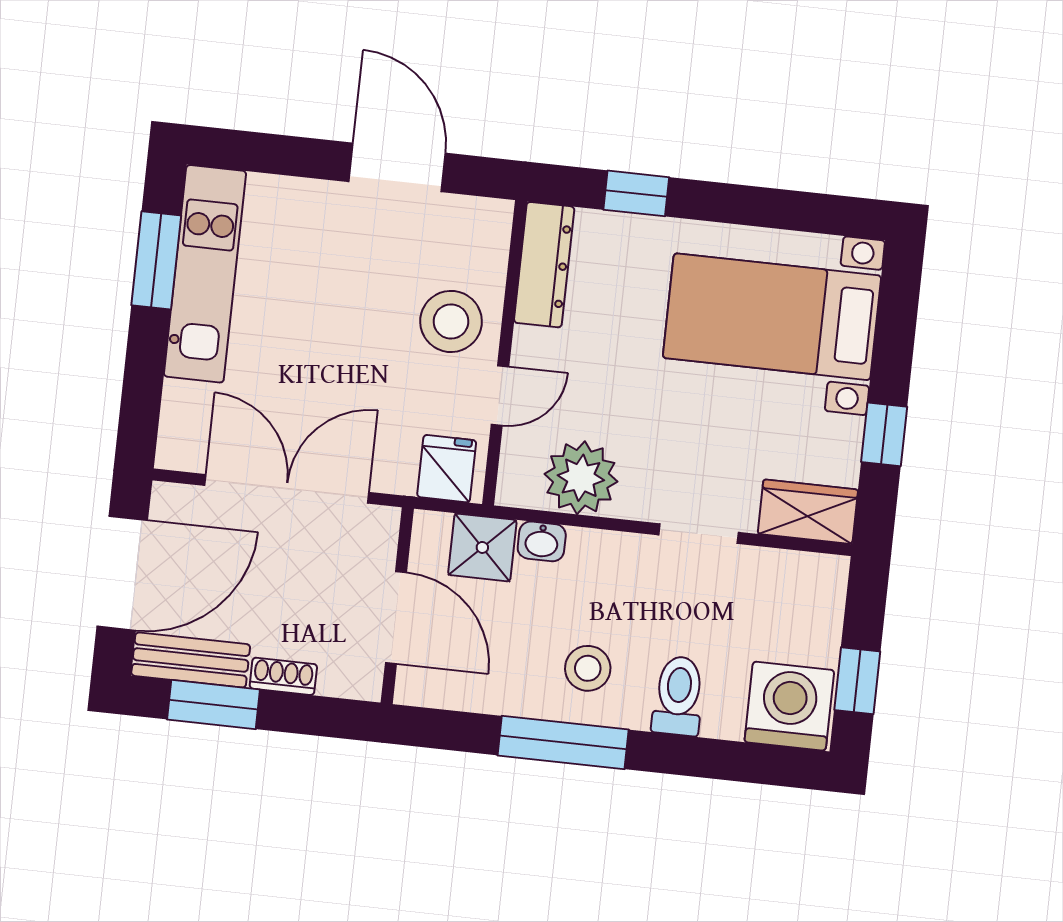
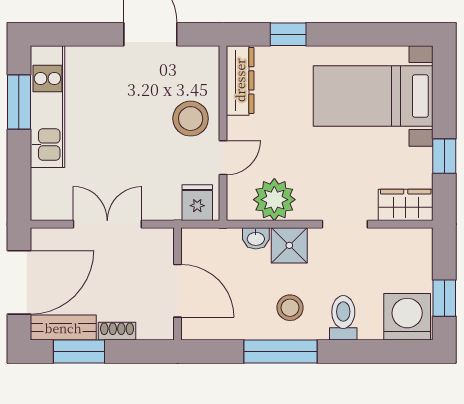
double door: (287, 489) -> (107, 224), width x0.73
shower: (482, 547) -> (289, 245), moved

